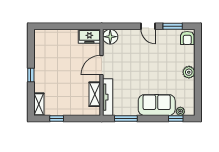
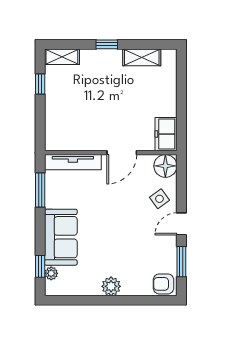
side table: (132, 41) -> (159, 199), added
door: (102, 65) -> (122, 153), swing flipped
shelving: (95, 94) -> (142, 57), moved

